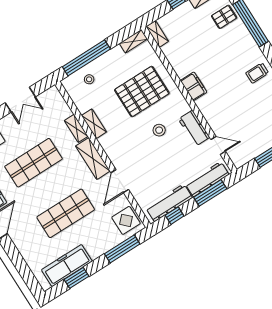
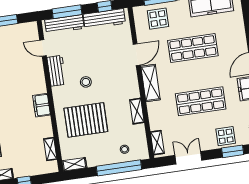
shelving: (157, 34) -> (50, 149), moved
shelving: (76, 128) -> (157, 143), moved
display table: (126, 220) -> (158, 19), moved

